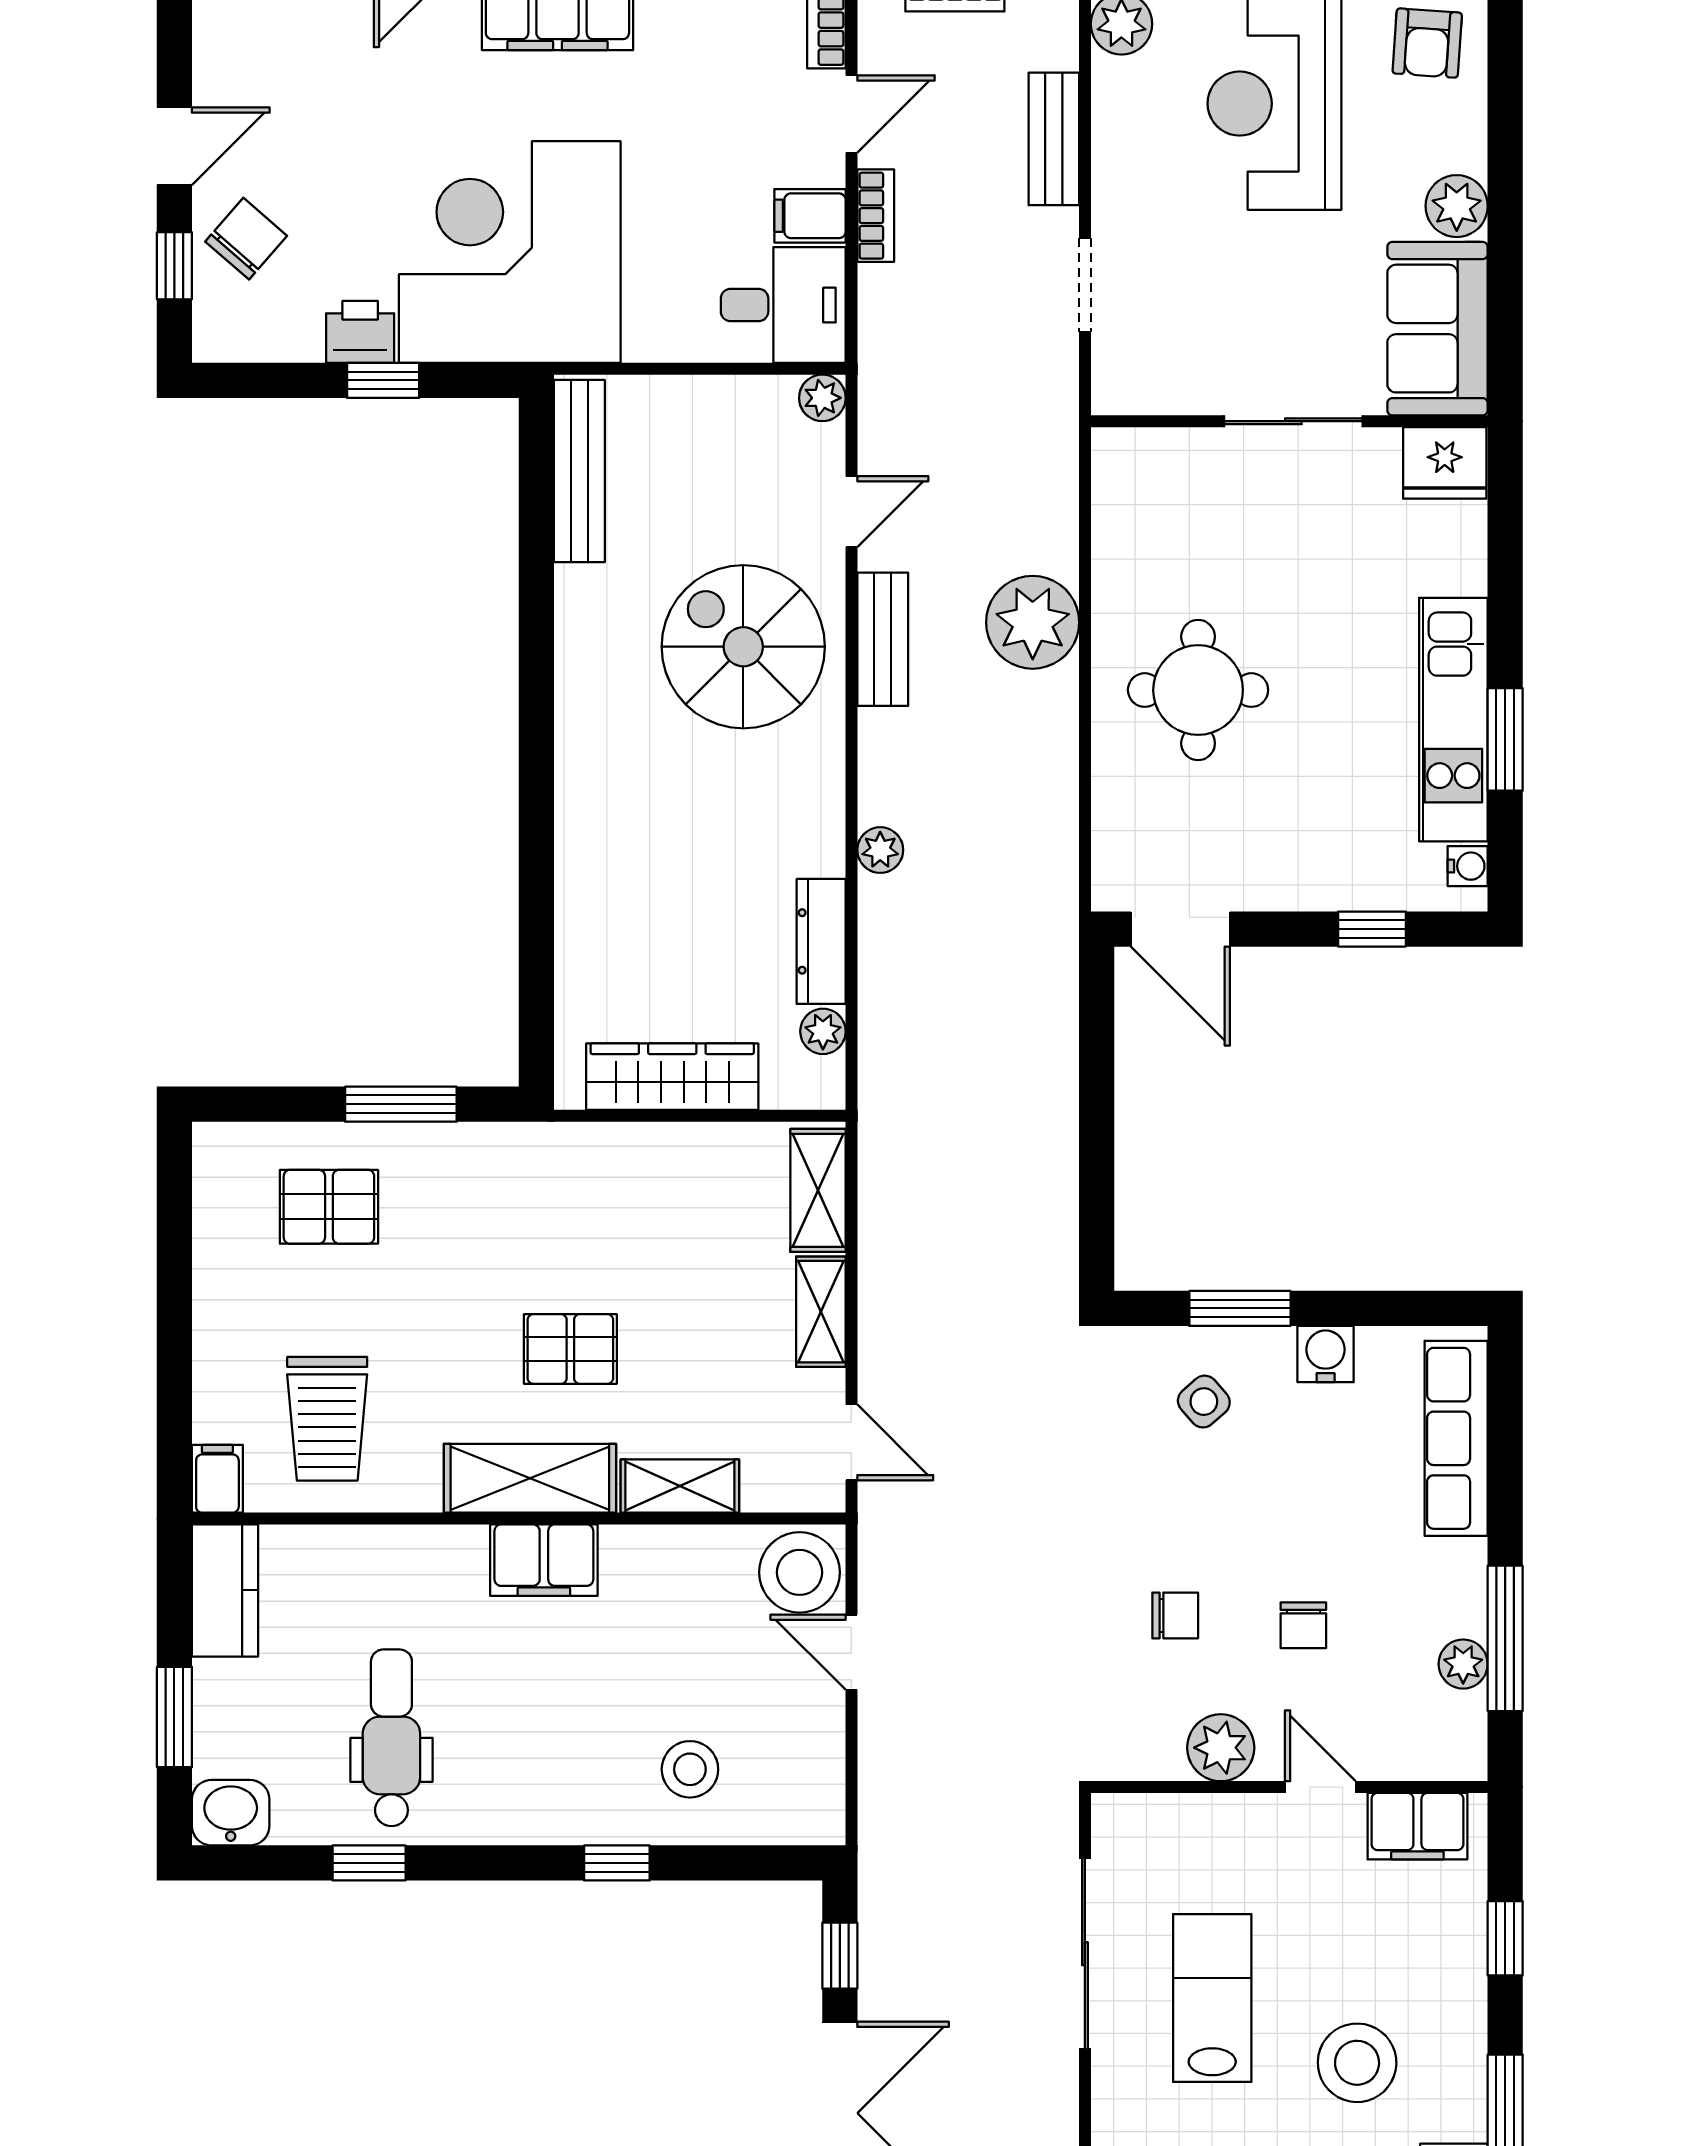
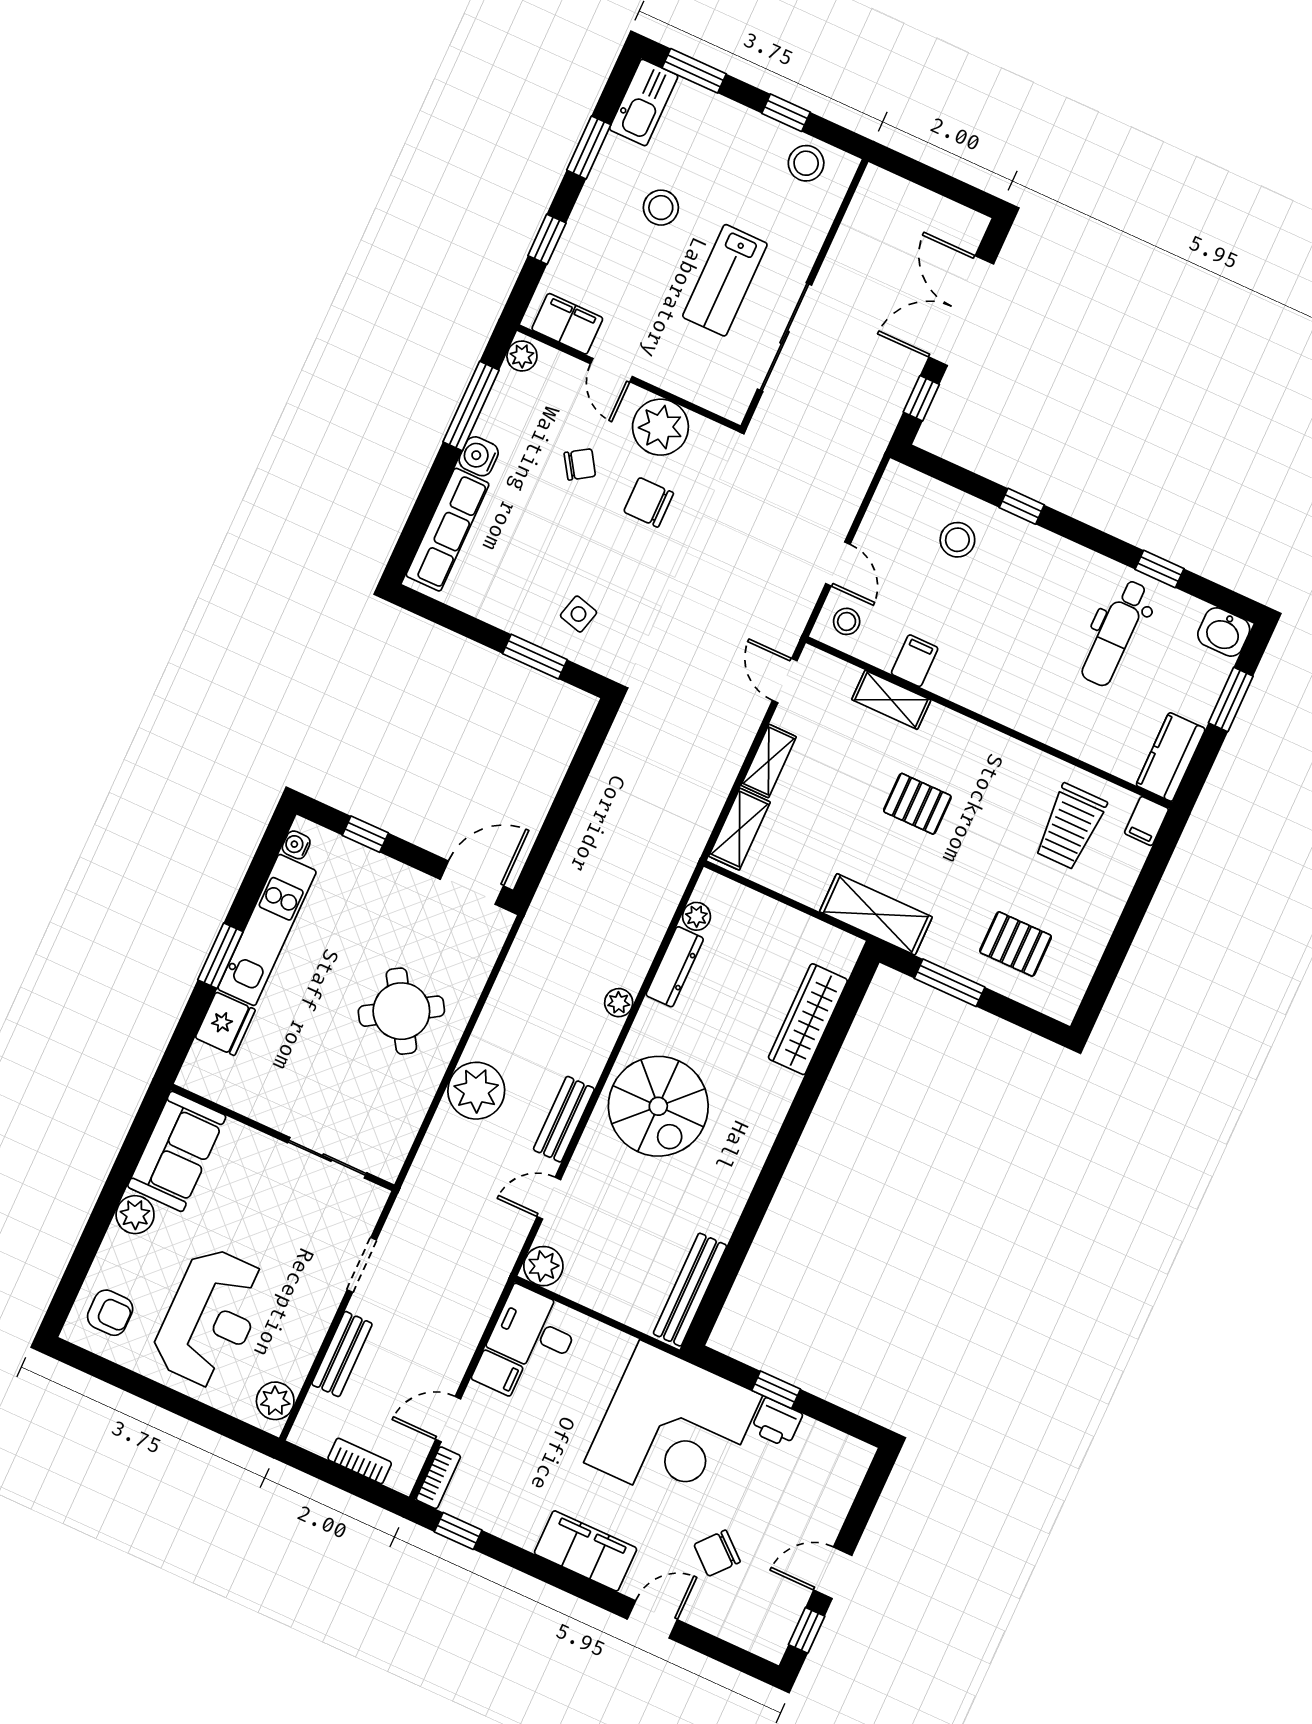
armchair: (1427, 43) -> (110, 1313), turned 86
bookcase: (876, 216) -> (460, 1356), removed
chair: (246, 239) -> (717, 1553), moved
window: (174, 266) -> (807, 1630), moved
plant: (822, 398) -> (543, 1266), width x1.38, depth x1.38
sliding door: (1293, 421) -> (327, 1158), moved
fridge: (1445, 463) -> (225, 1024), moved, turned 90
spiral stairs: (743, 647) -> (658, 1106), moved
round table: (1198, 690) -> (401, 1011), turned -32
window: (1505, 739) -> (220, 956), moved
door: (1180, 929) -> (472, 883), hinge flipped
wardrobe: (672, 1077) -> (808, 1019), moved, turned 90
water cooler: (1326, 1354) -> (479, 456), moved, turned 90
side table: (1204, 1402) -> (579, 614), turned -34
trolley: (327, 1419) -> (1070, 827), turned 180
shelving: (530, 1478) -> (876, 914), moved
filing cabinet: (544, 1560) -> (915, 661), moved, width x0.50
stool: (800, 1572) -> (847, 621), width x0.53, depth x0.53
chair: (1175, 1615) -> (649, 502), width x1.37, depth x1.37
chair: (1303, 1625) -> (580, 464), turned 57
plant: (1463, 1664) -> (522, 356), moved
plant: (1221, 1748) -> (660, 427), width x1.36, depth x1.36
stool: (1357, 2063) -> (661, 208), width x0.73, depth x0.73

